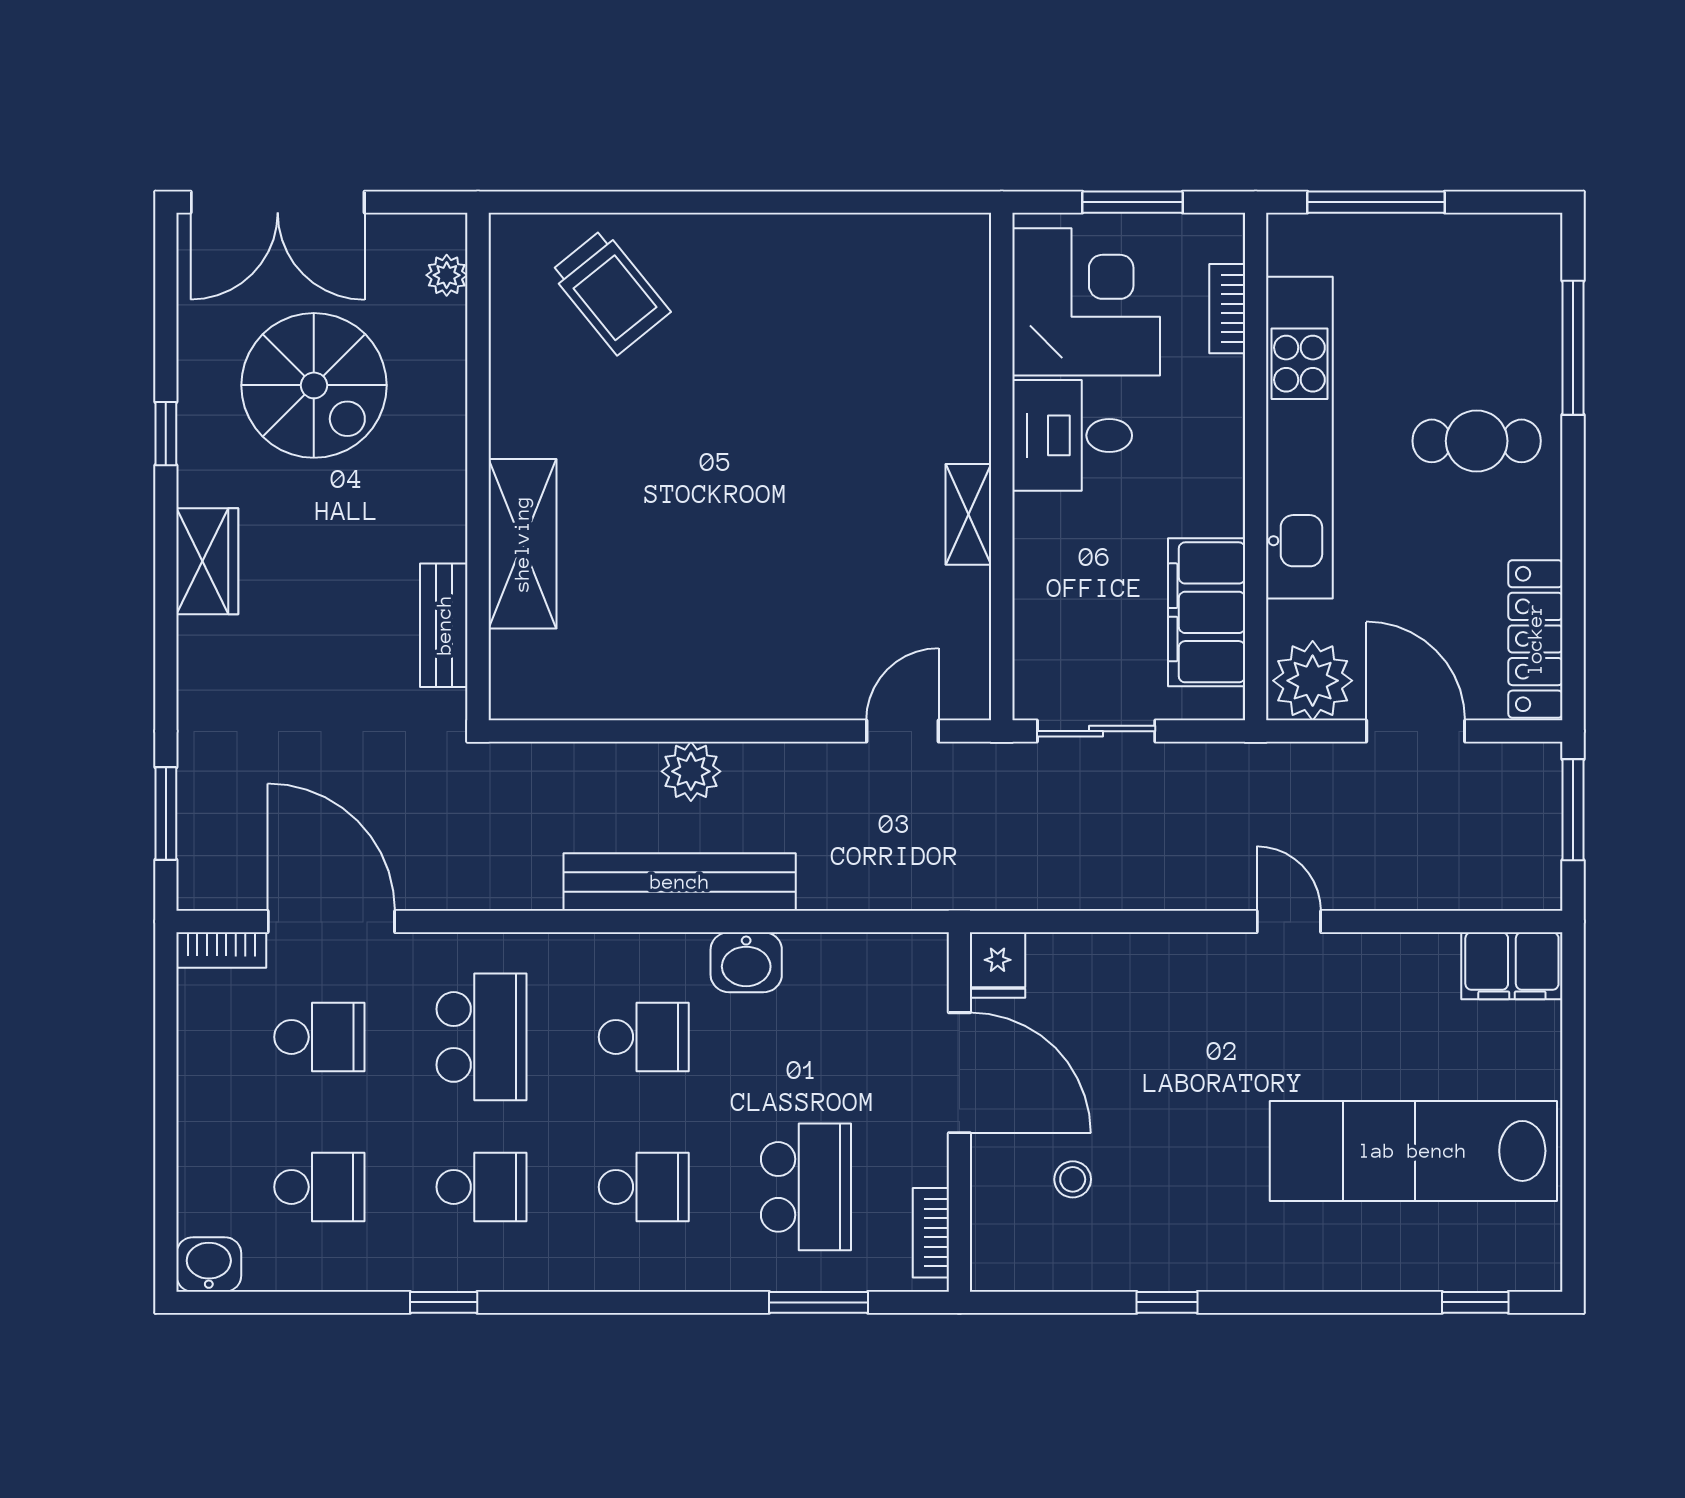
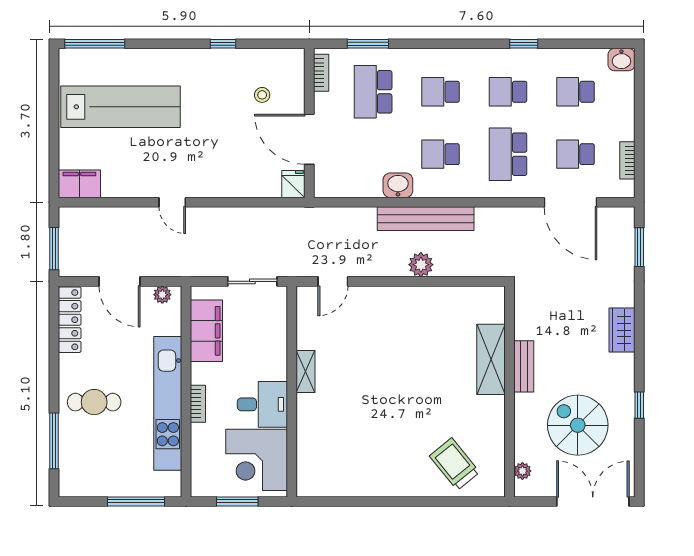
bookcase: (1227, 309) -> (198, 404), moved
wardrobe: (207, 561) -> (622, 330), moved
bench: (444, 625) -> (524, 366), moved
plant: (1313, 681) -> (162, 295), width x0.53, depth x0.53
bookcase: (221, 950) -> (627, 160), moved, turned -90
window: (1475, 1302) -> (95, 44), width x2.17

